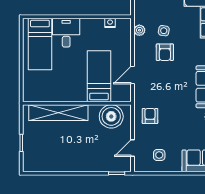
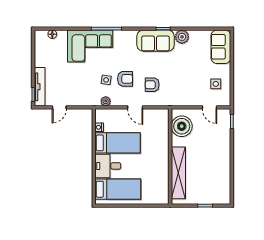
door: (133, 75) -> (135, 107), moved
bed: (99, 76) -> (118, 143), moved, turned 180
armchair: (150, 116) -> (152, 85), moved

